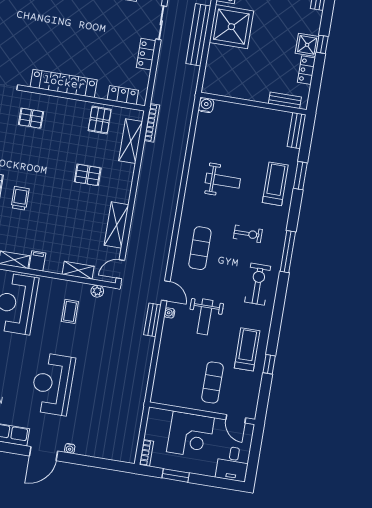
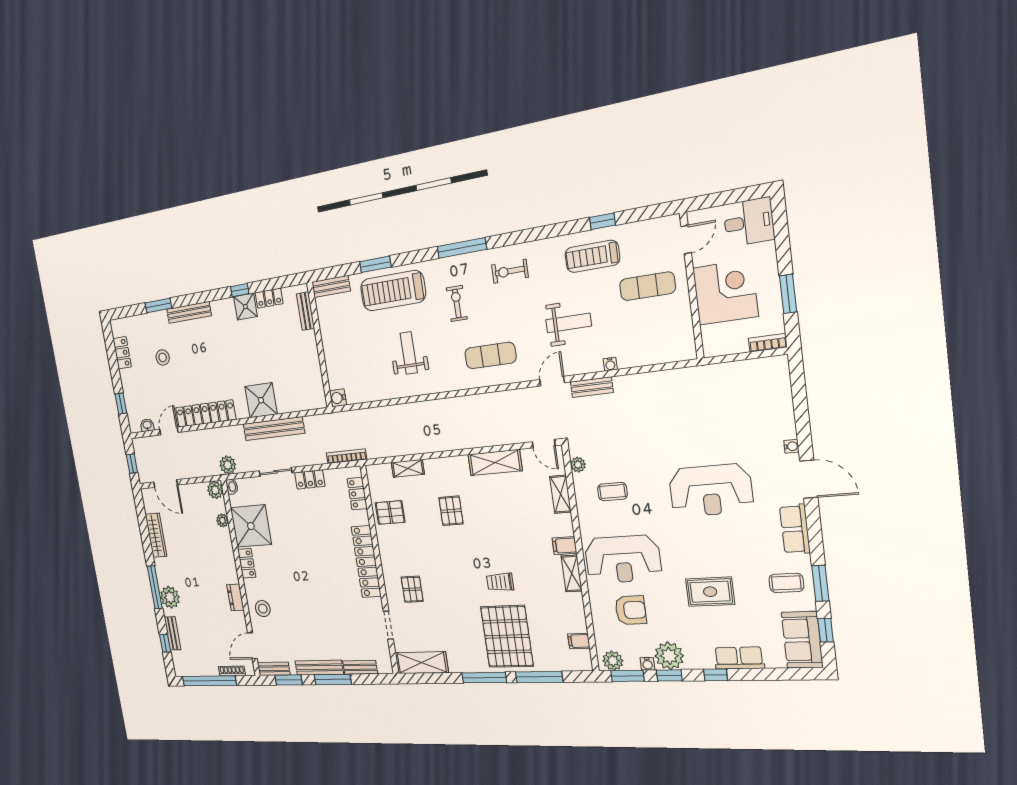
shower: (231, 27) -> (261, 400), width x0.73, depth x0.73
bookcase: (152, 123) -> (347, 456), moved
shelving: (131, 141) -> (408, 468), width x0.67, depth x0.75
treadmill: (275, 184) -> (393, 291), width x1.37, depth x1.38
exercise bike: (258, 284) -> (510, 271), width x0.73, depth x0.72
water cooler: (169, 313) -> (610, 364), moved

